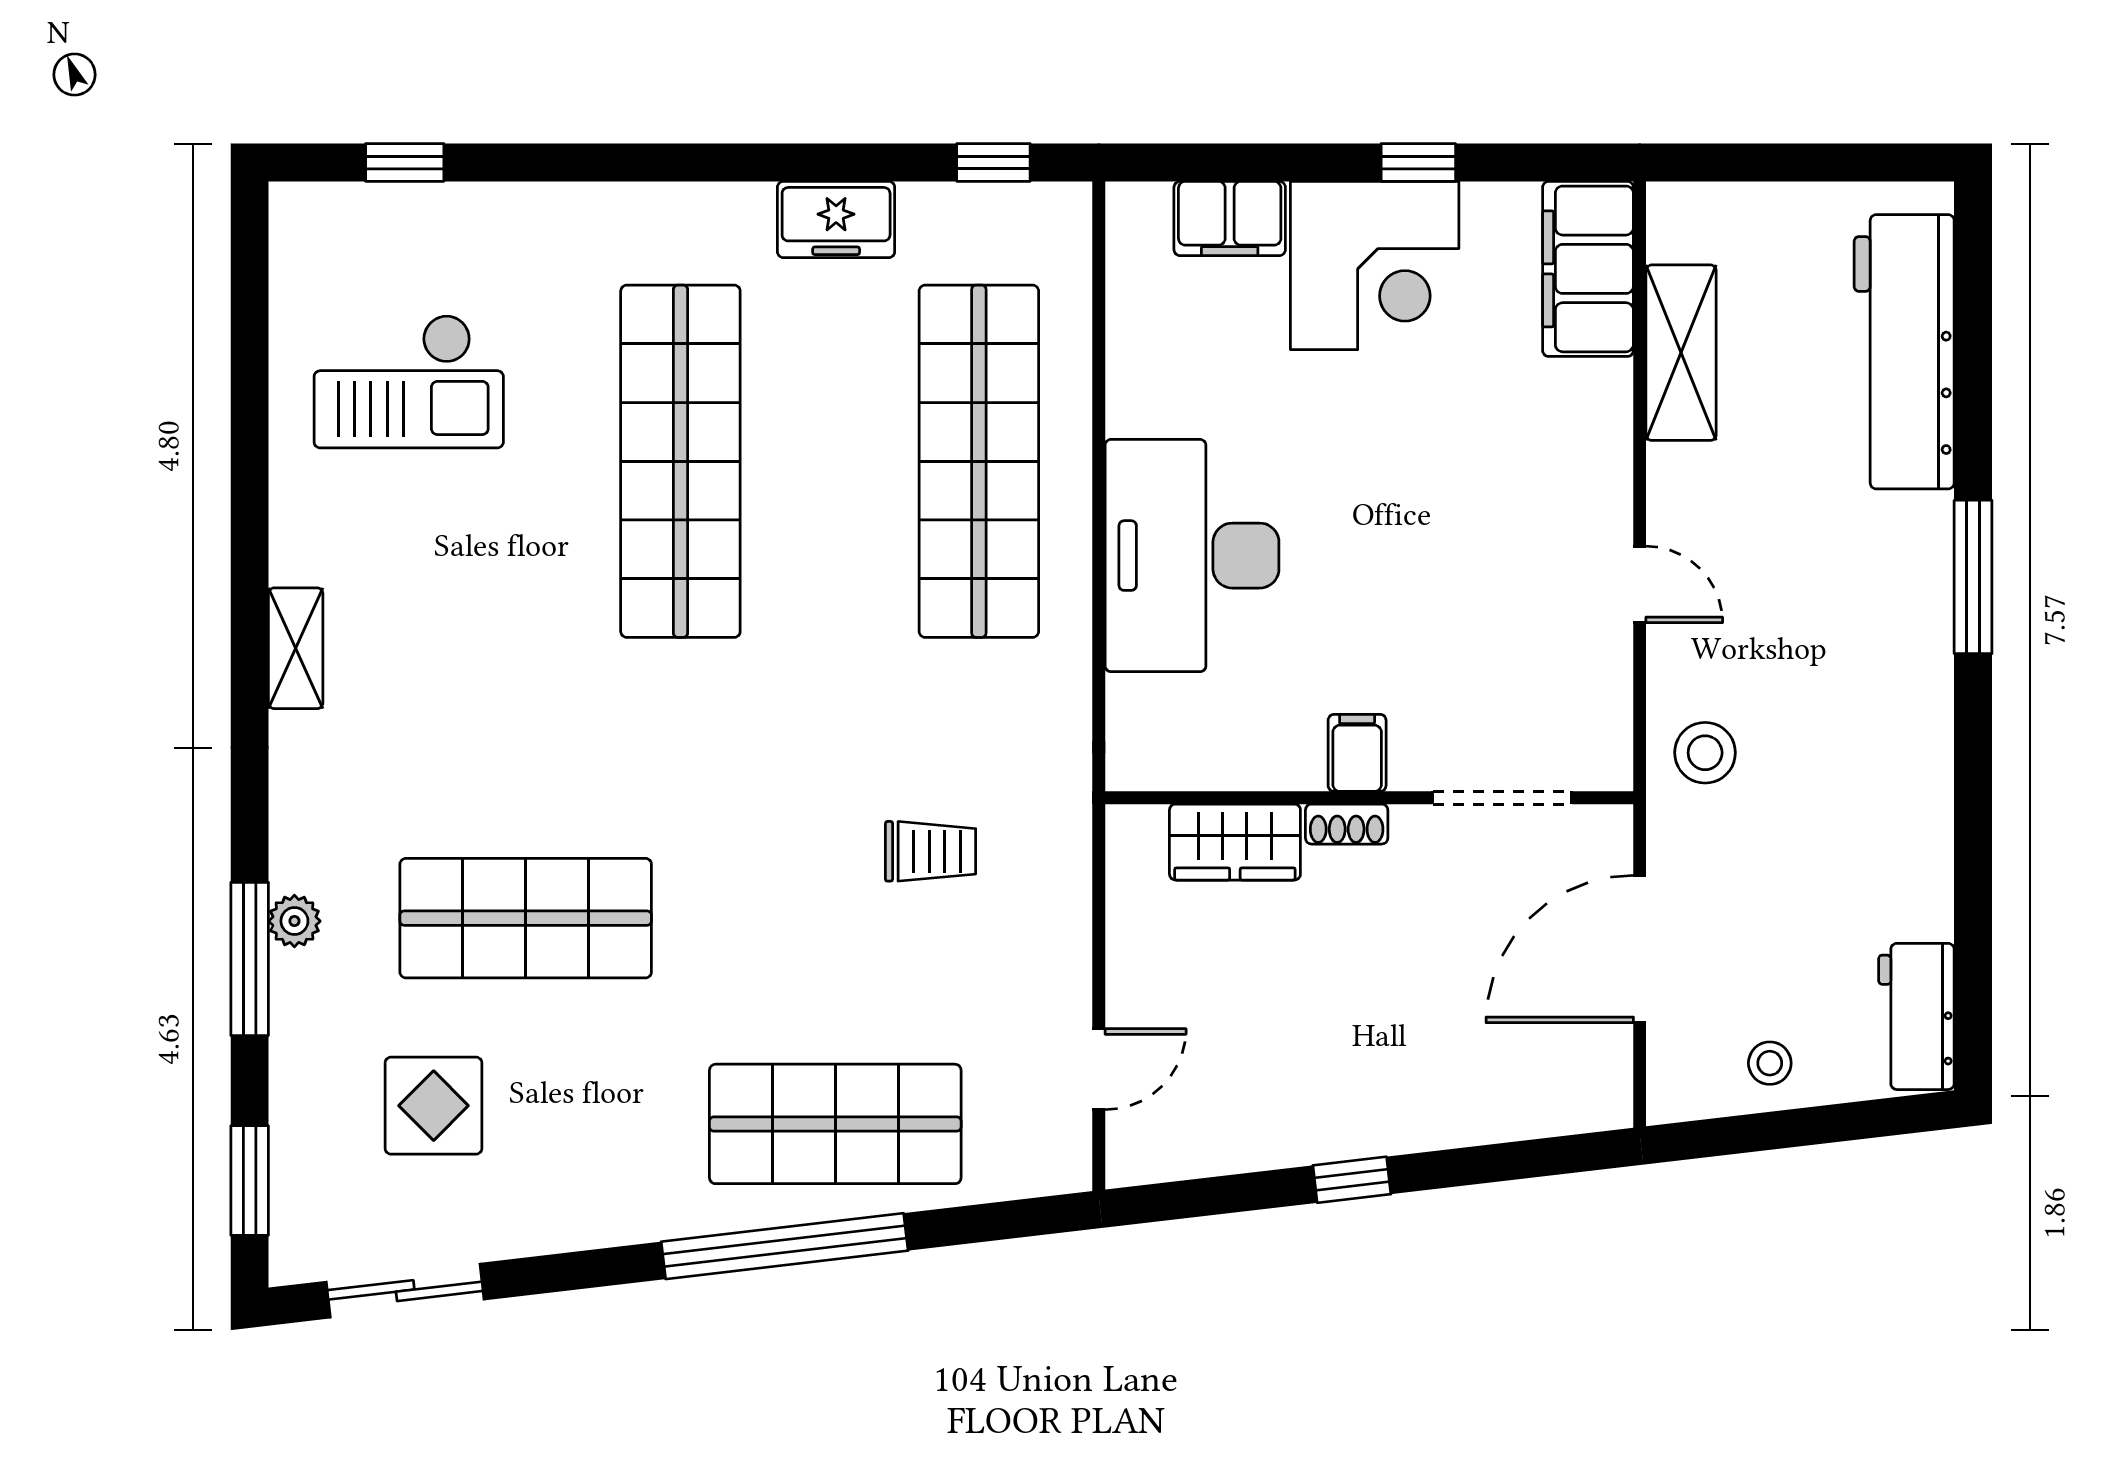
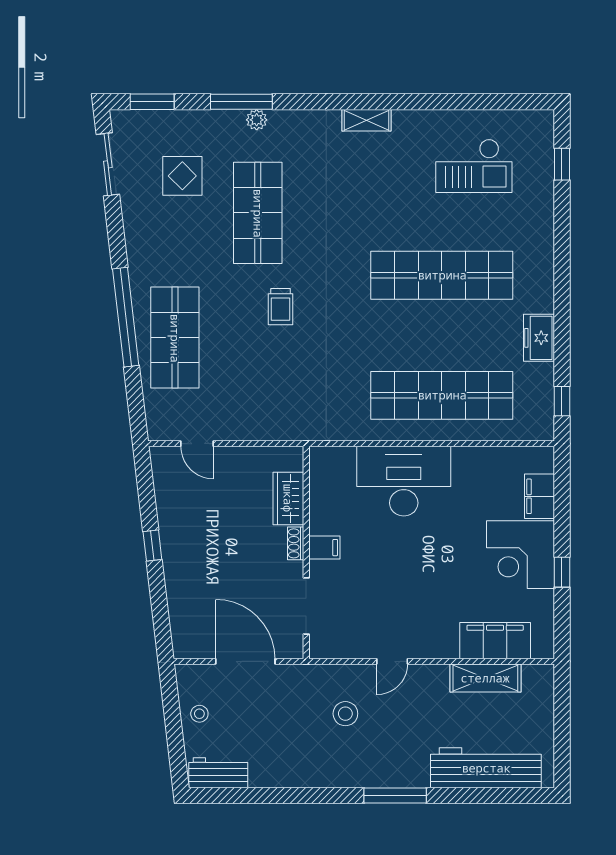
filing cabinet: (1588, 269) -> (495, 641), moved
checkout: (409, 381) -> (474, 166), turned -90
stool: (1705, 753) -> (345, 714), moved
trolley: (931, 851) -> (280, 307), moved

